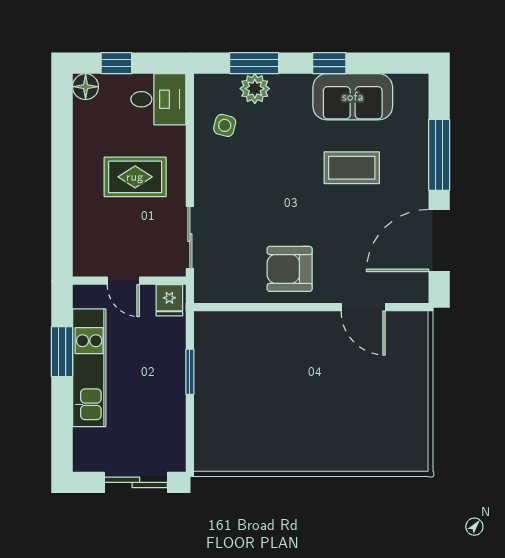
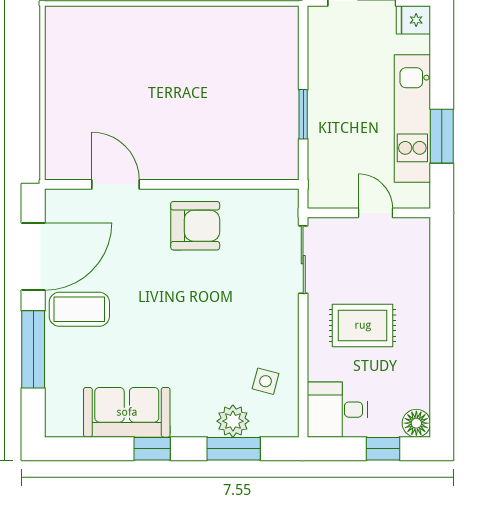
coffee table: (352, 168) -> (79, 309), moved
fridge: (169, 300) -> (413, 20), moved, turned -90

